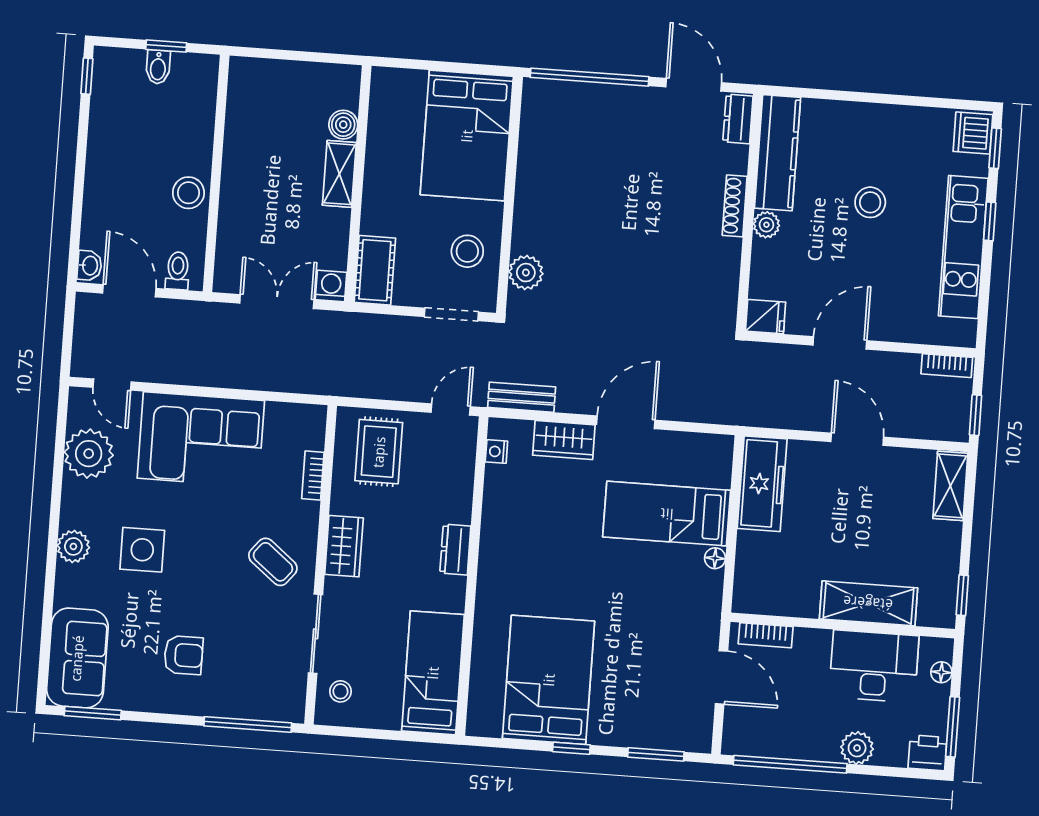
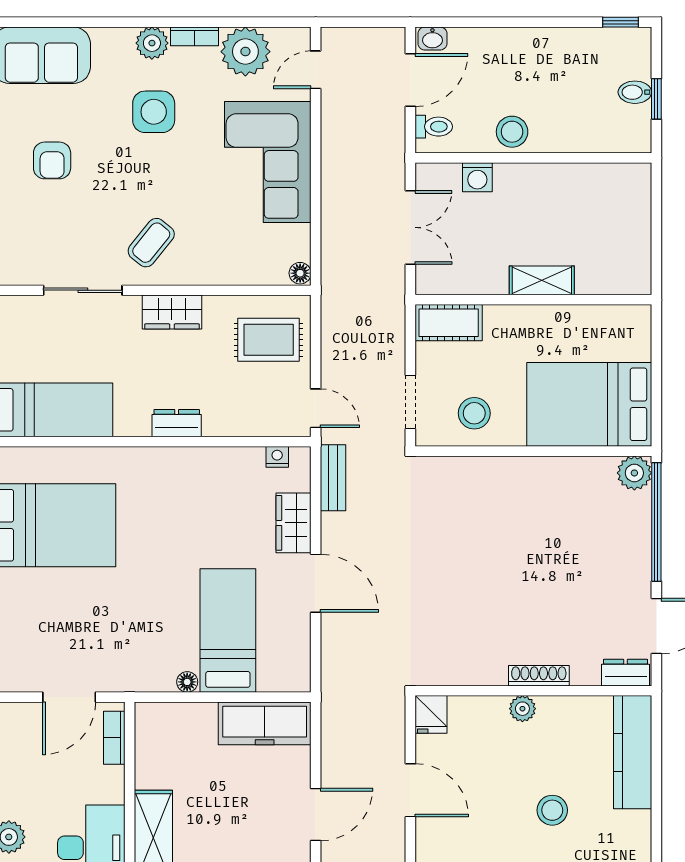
boiler: (343, 125) -> (591, 281), removed
kitchen counter: (777, 153) -> (633, 752), moved, turned 90
plant: (526, 273) -> (634, 473), moved
washing machine: (331, 286) -> (477, 177), moved, turned 90
floor lamp: (314, 415) -> (300, 273), added
bookcase: (313, 475) -> (194, 36), moved, turned 180
stool: (340, 691) -> (27, 319), removed

